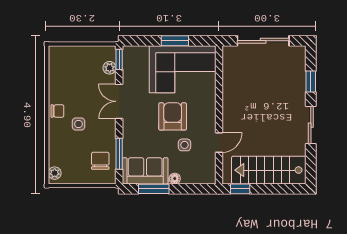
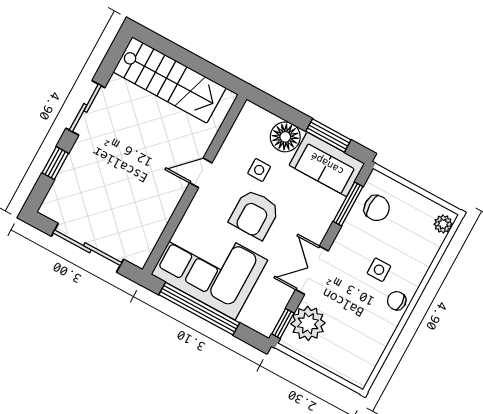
window: (175, 41) -> (199, 309), width x2.11
plant: (110, 68) -> (308, 323), width x1.88, depth x1.88
double door: (119, 101) -> (312, 270), swing flipped
door: (219, 142) -> (201, 173), moved
chair: (100, 161) -> (377, 208), turned -90
floor lamp: (175, 179) -> (285, 137), width x1.89, depth x1.89
window: (240, 189) -> (219, 76), removed

